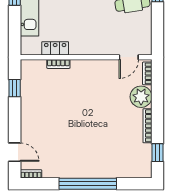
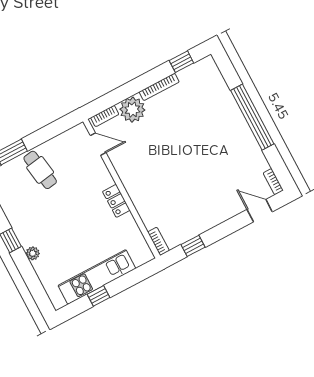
locker: (55, 48) -> (116, 201), moved
bookcase: (58, 64) -> (158, 241), moved
door: (15, 152) -> (260, 211), hinge flipped

